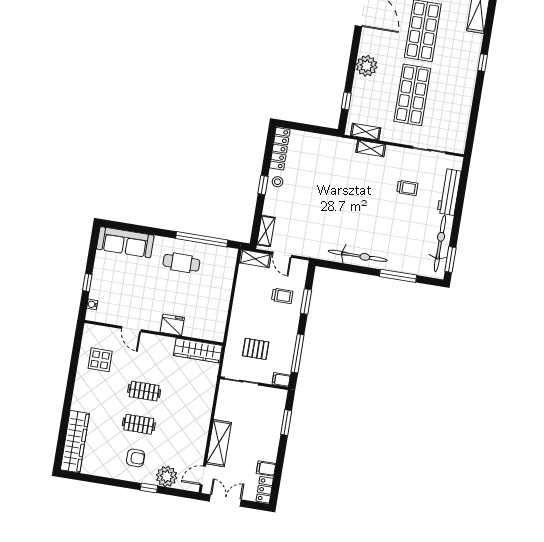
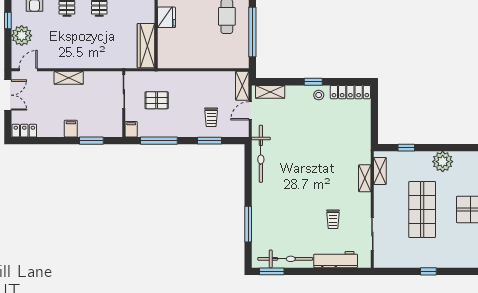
window: (483, 63) -> (428, 271), moved
shop shelf: (412, 95) -> (422, 210), turned 90
bicycle: (358, 256) -> (261, 154), moved
pallet: (256, 349) -> (157, 100), turned 90
shelving: (219, 443) -> (69, 78), width x0.67, depth x0.75
filing cabinet: (266, 469) -> (71, 129), moved
door: (203, 476) -> (28, 70), hinge flipped

